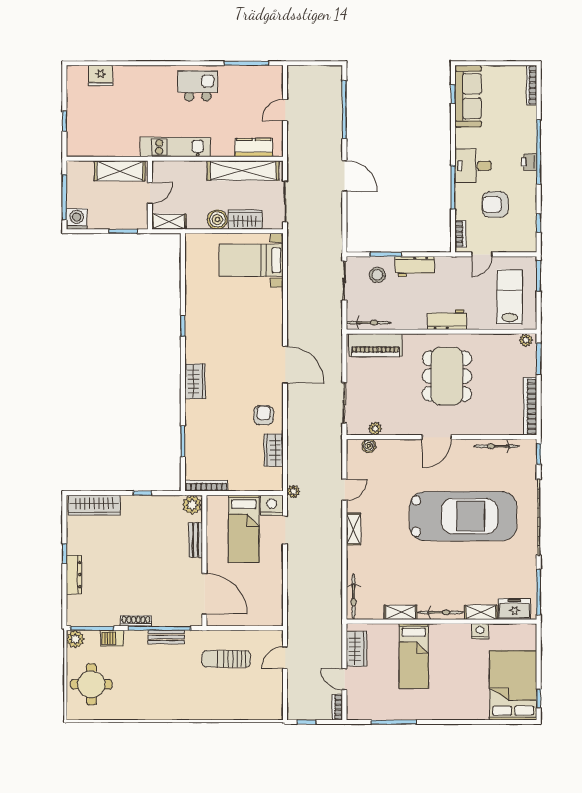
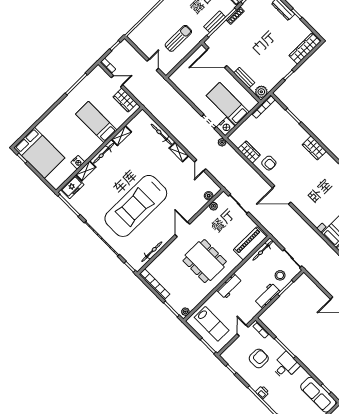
bicycle: (354, 597) -> (161, 134), moved

